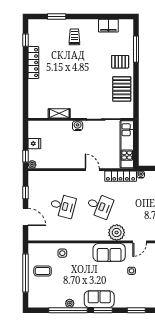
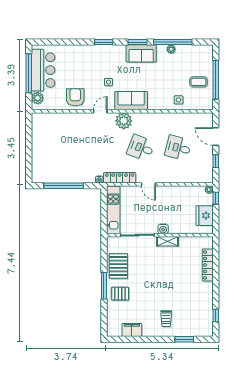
window: (136, 49) -> (104, 286), moved
locker: (33, 63) -> (208, 265), moved
shelving: (59, 113) -> (168, 241), moved
fridge: (34, 144) -> (205, 216), width x1.88, depth x1.34

